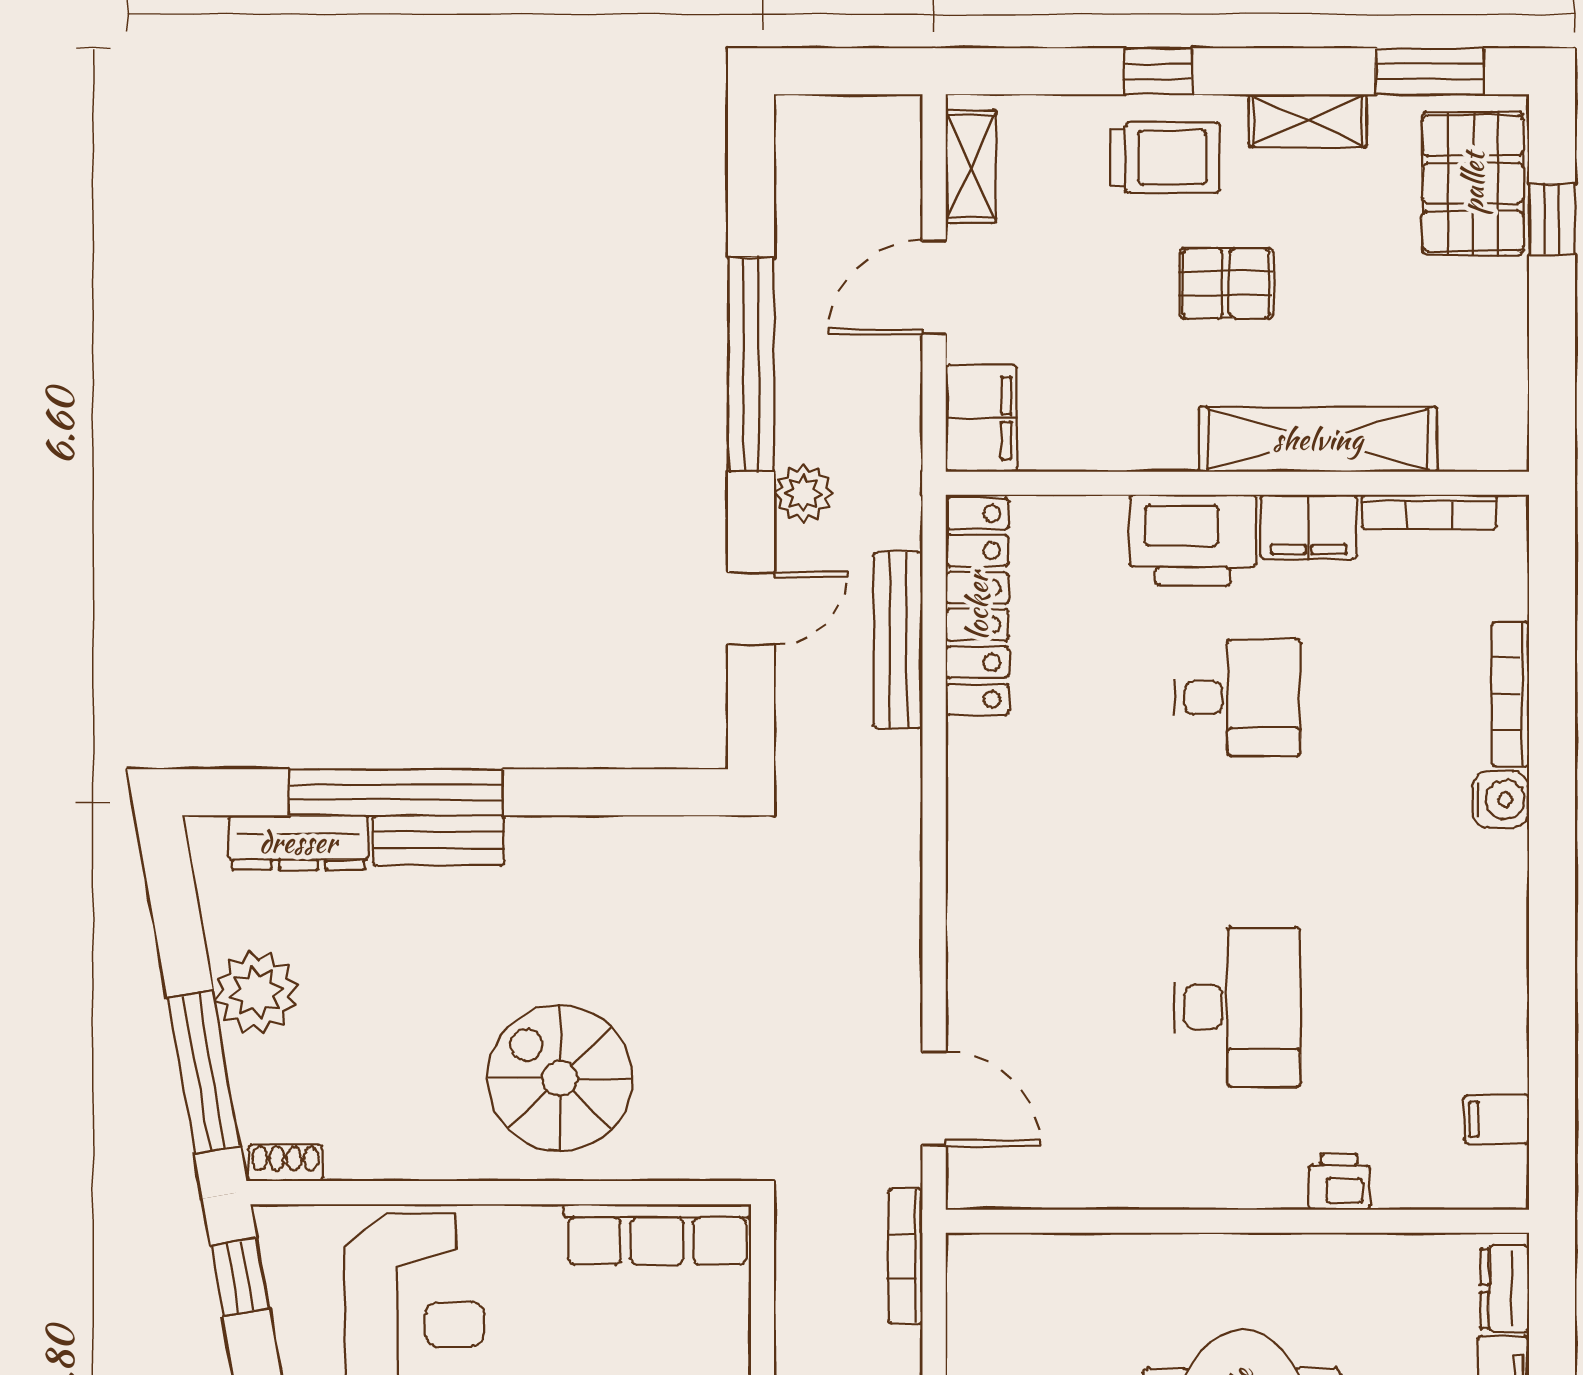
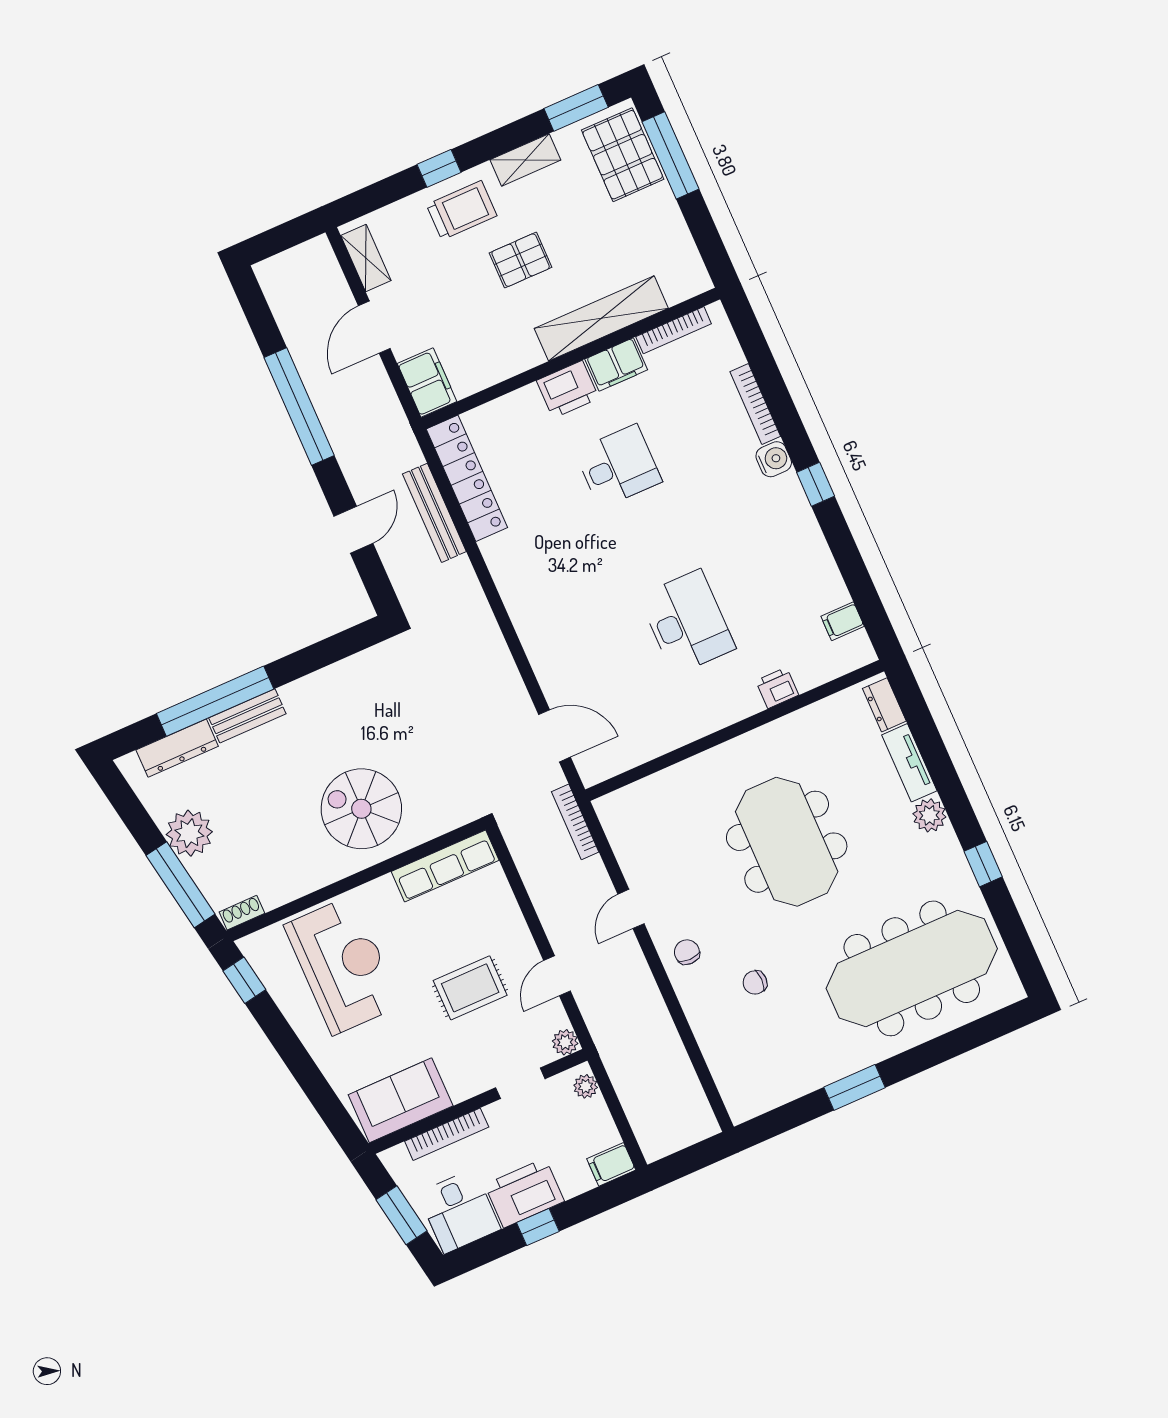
window: (1552, 219) -> (671, 155), width x2.17
plant: (803, 493) -> (354, 460), removed
printer: (1193, 540) -> (568, 389), width x0.73, depth x0.84
window: (1552, 872) -> (816, 484), added

